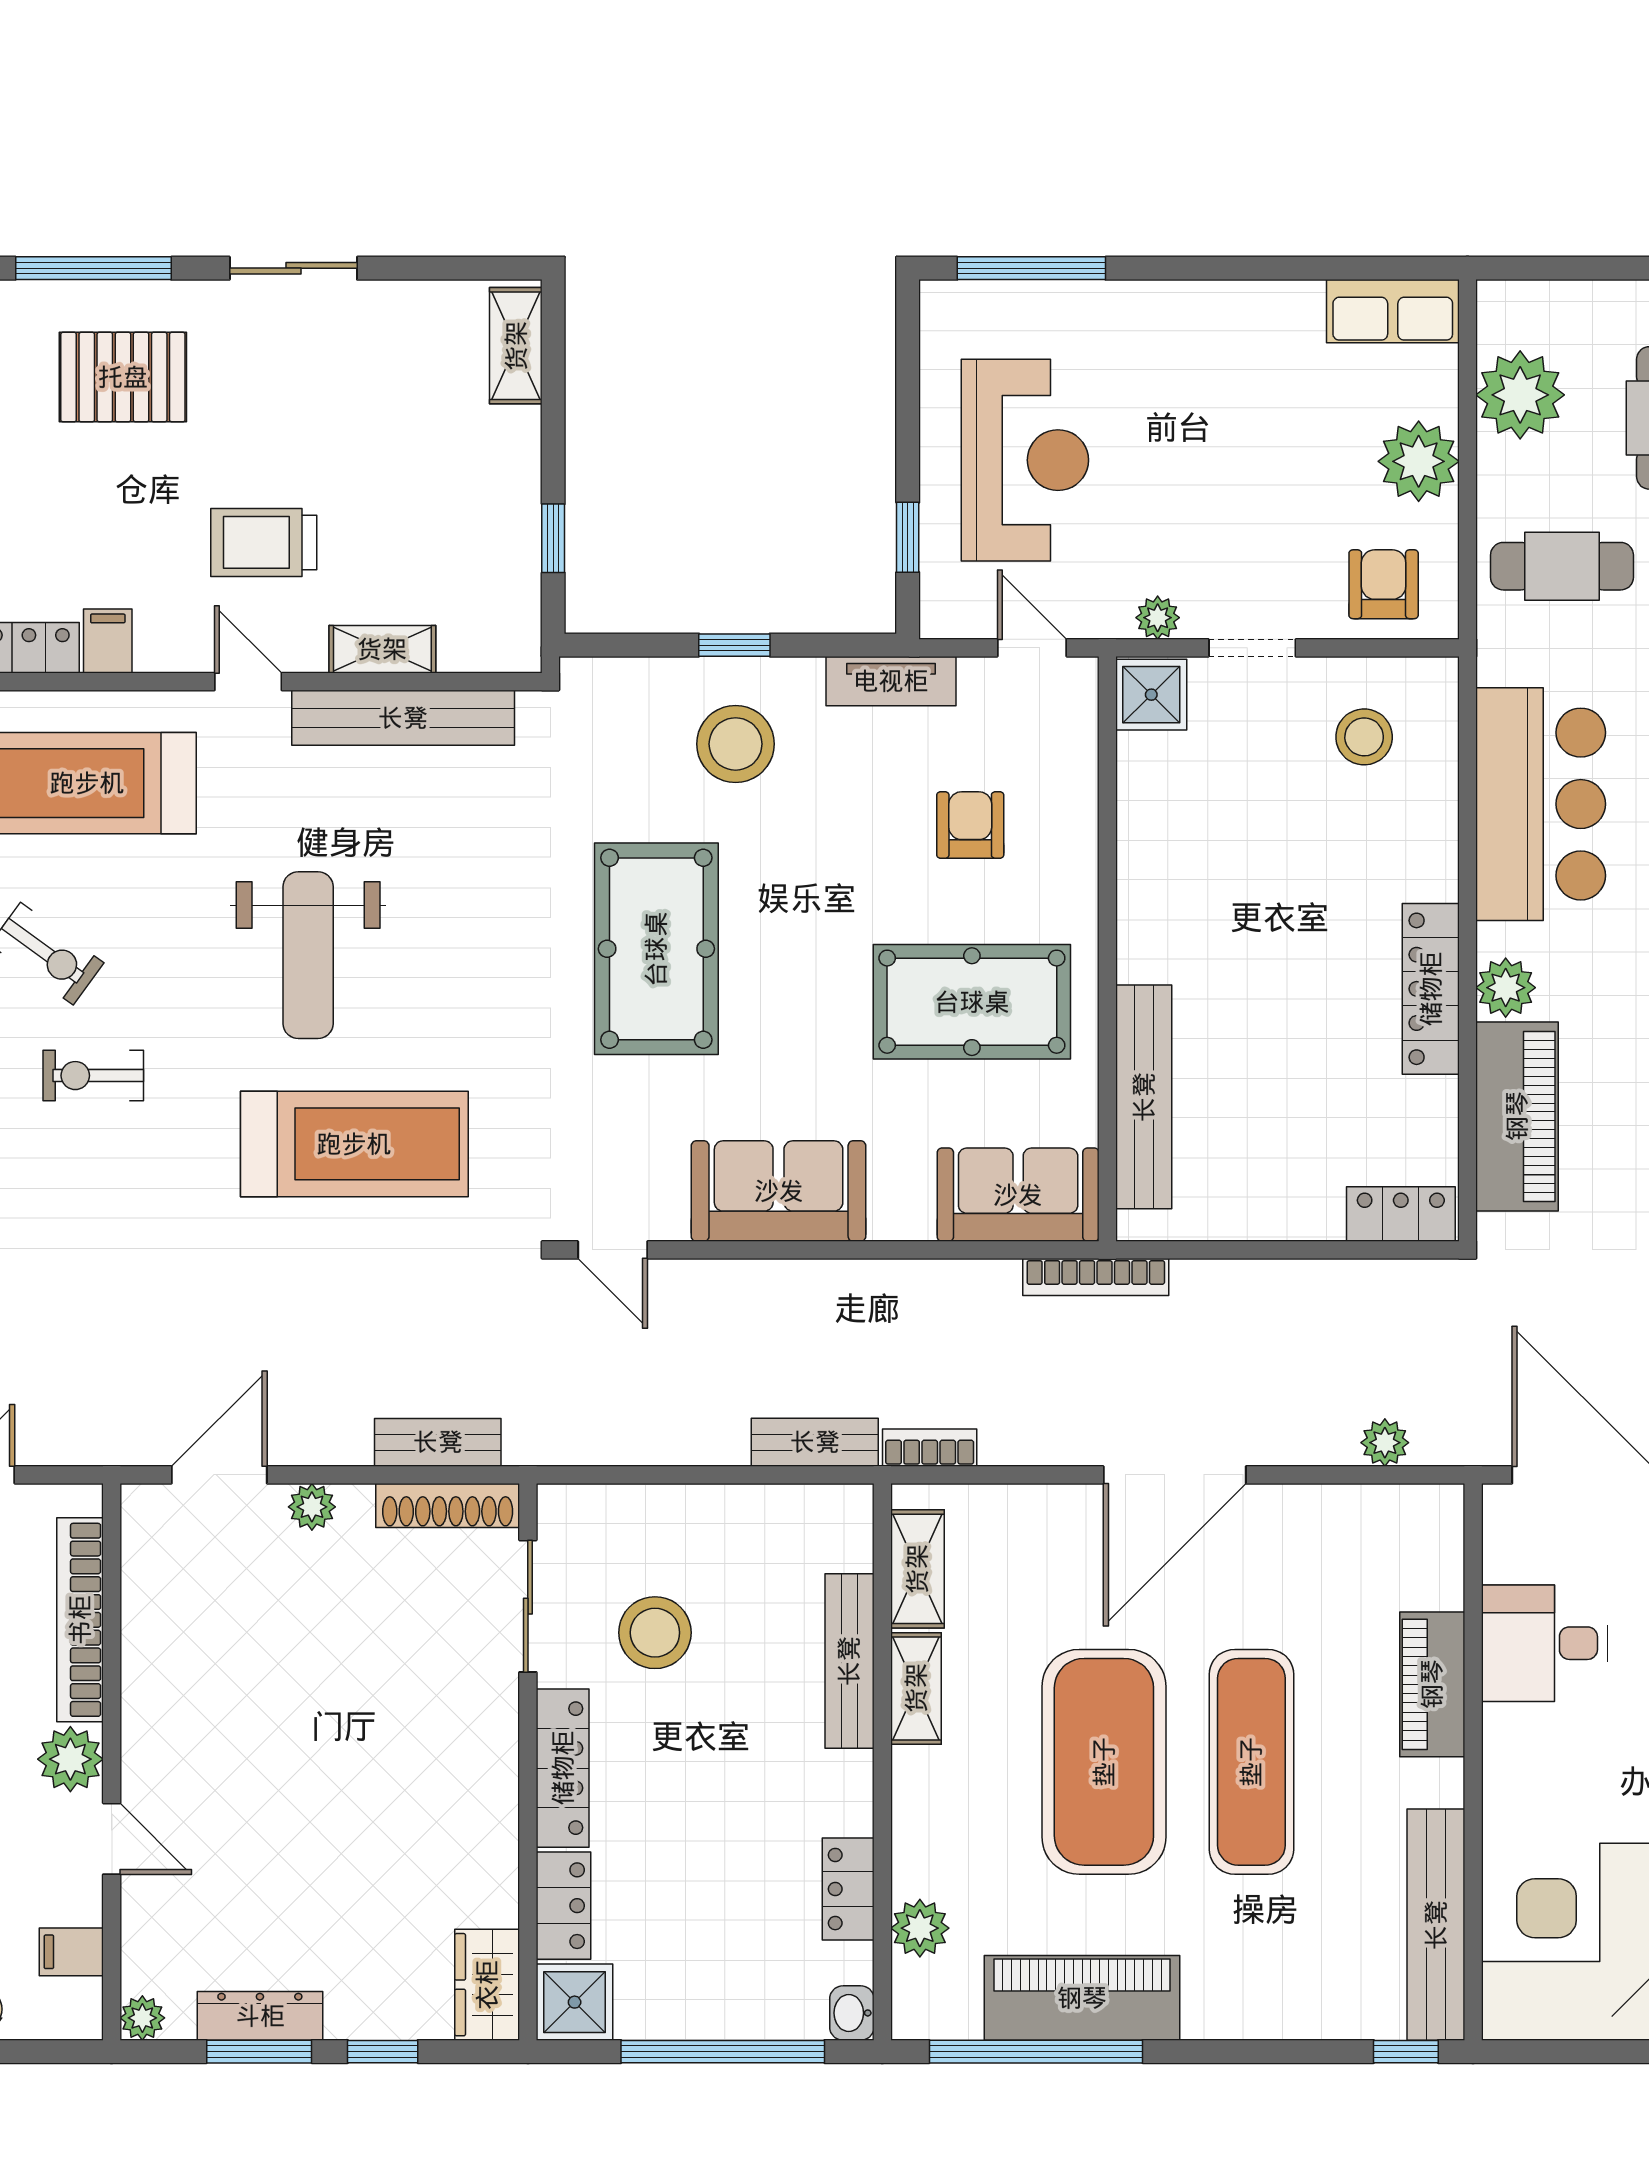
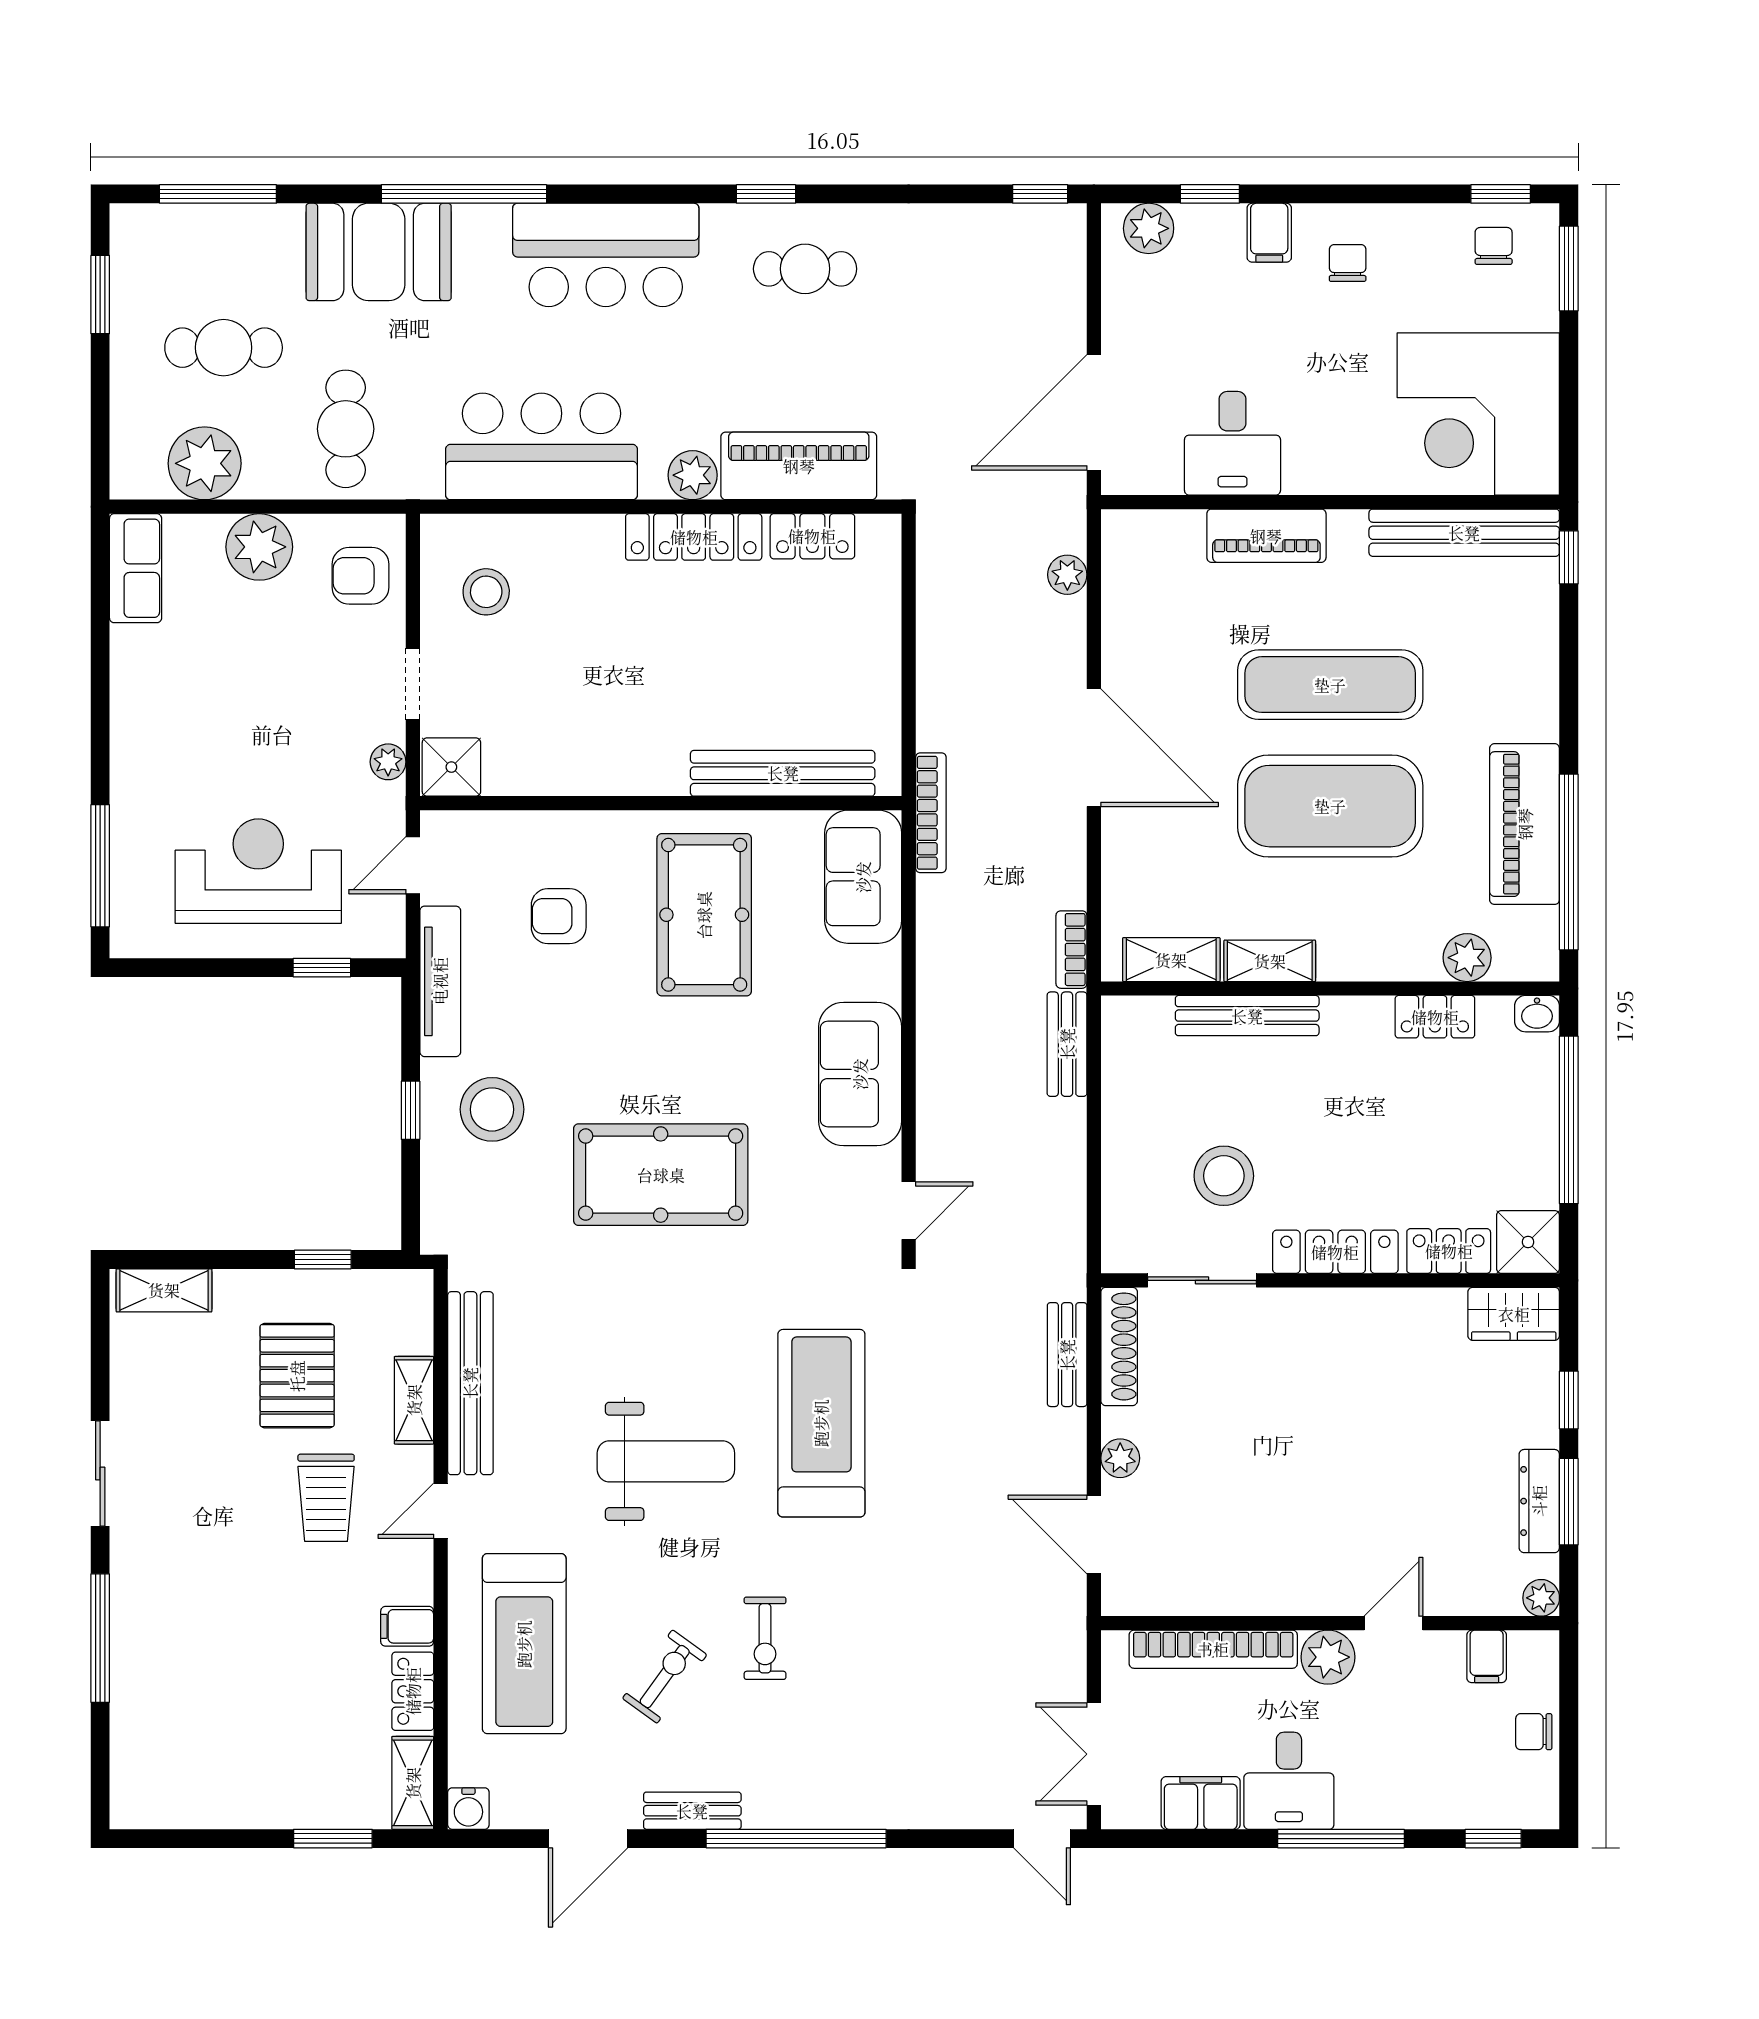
pallet: (123, 377) -> (297, 1376), moved
tv unit: (891, 681) -> (440, 981), width x1.41
locker: (1401, 1214) -> (812, 536), moved, turned -90

